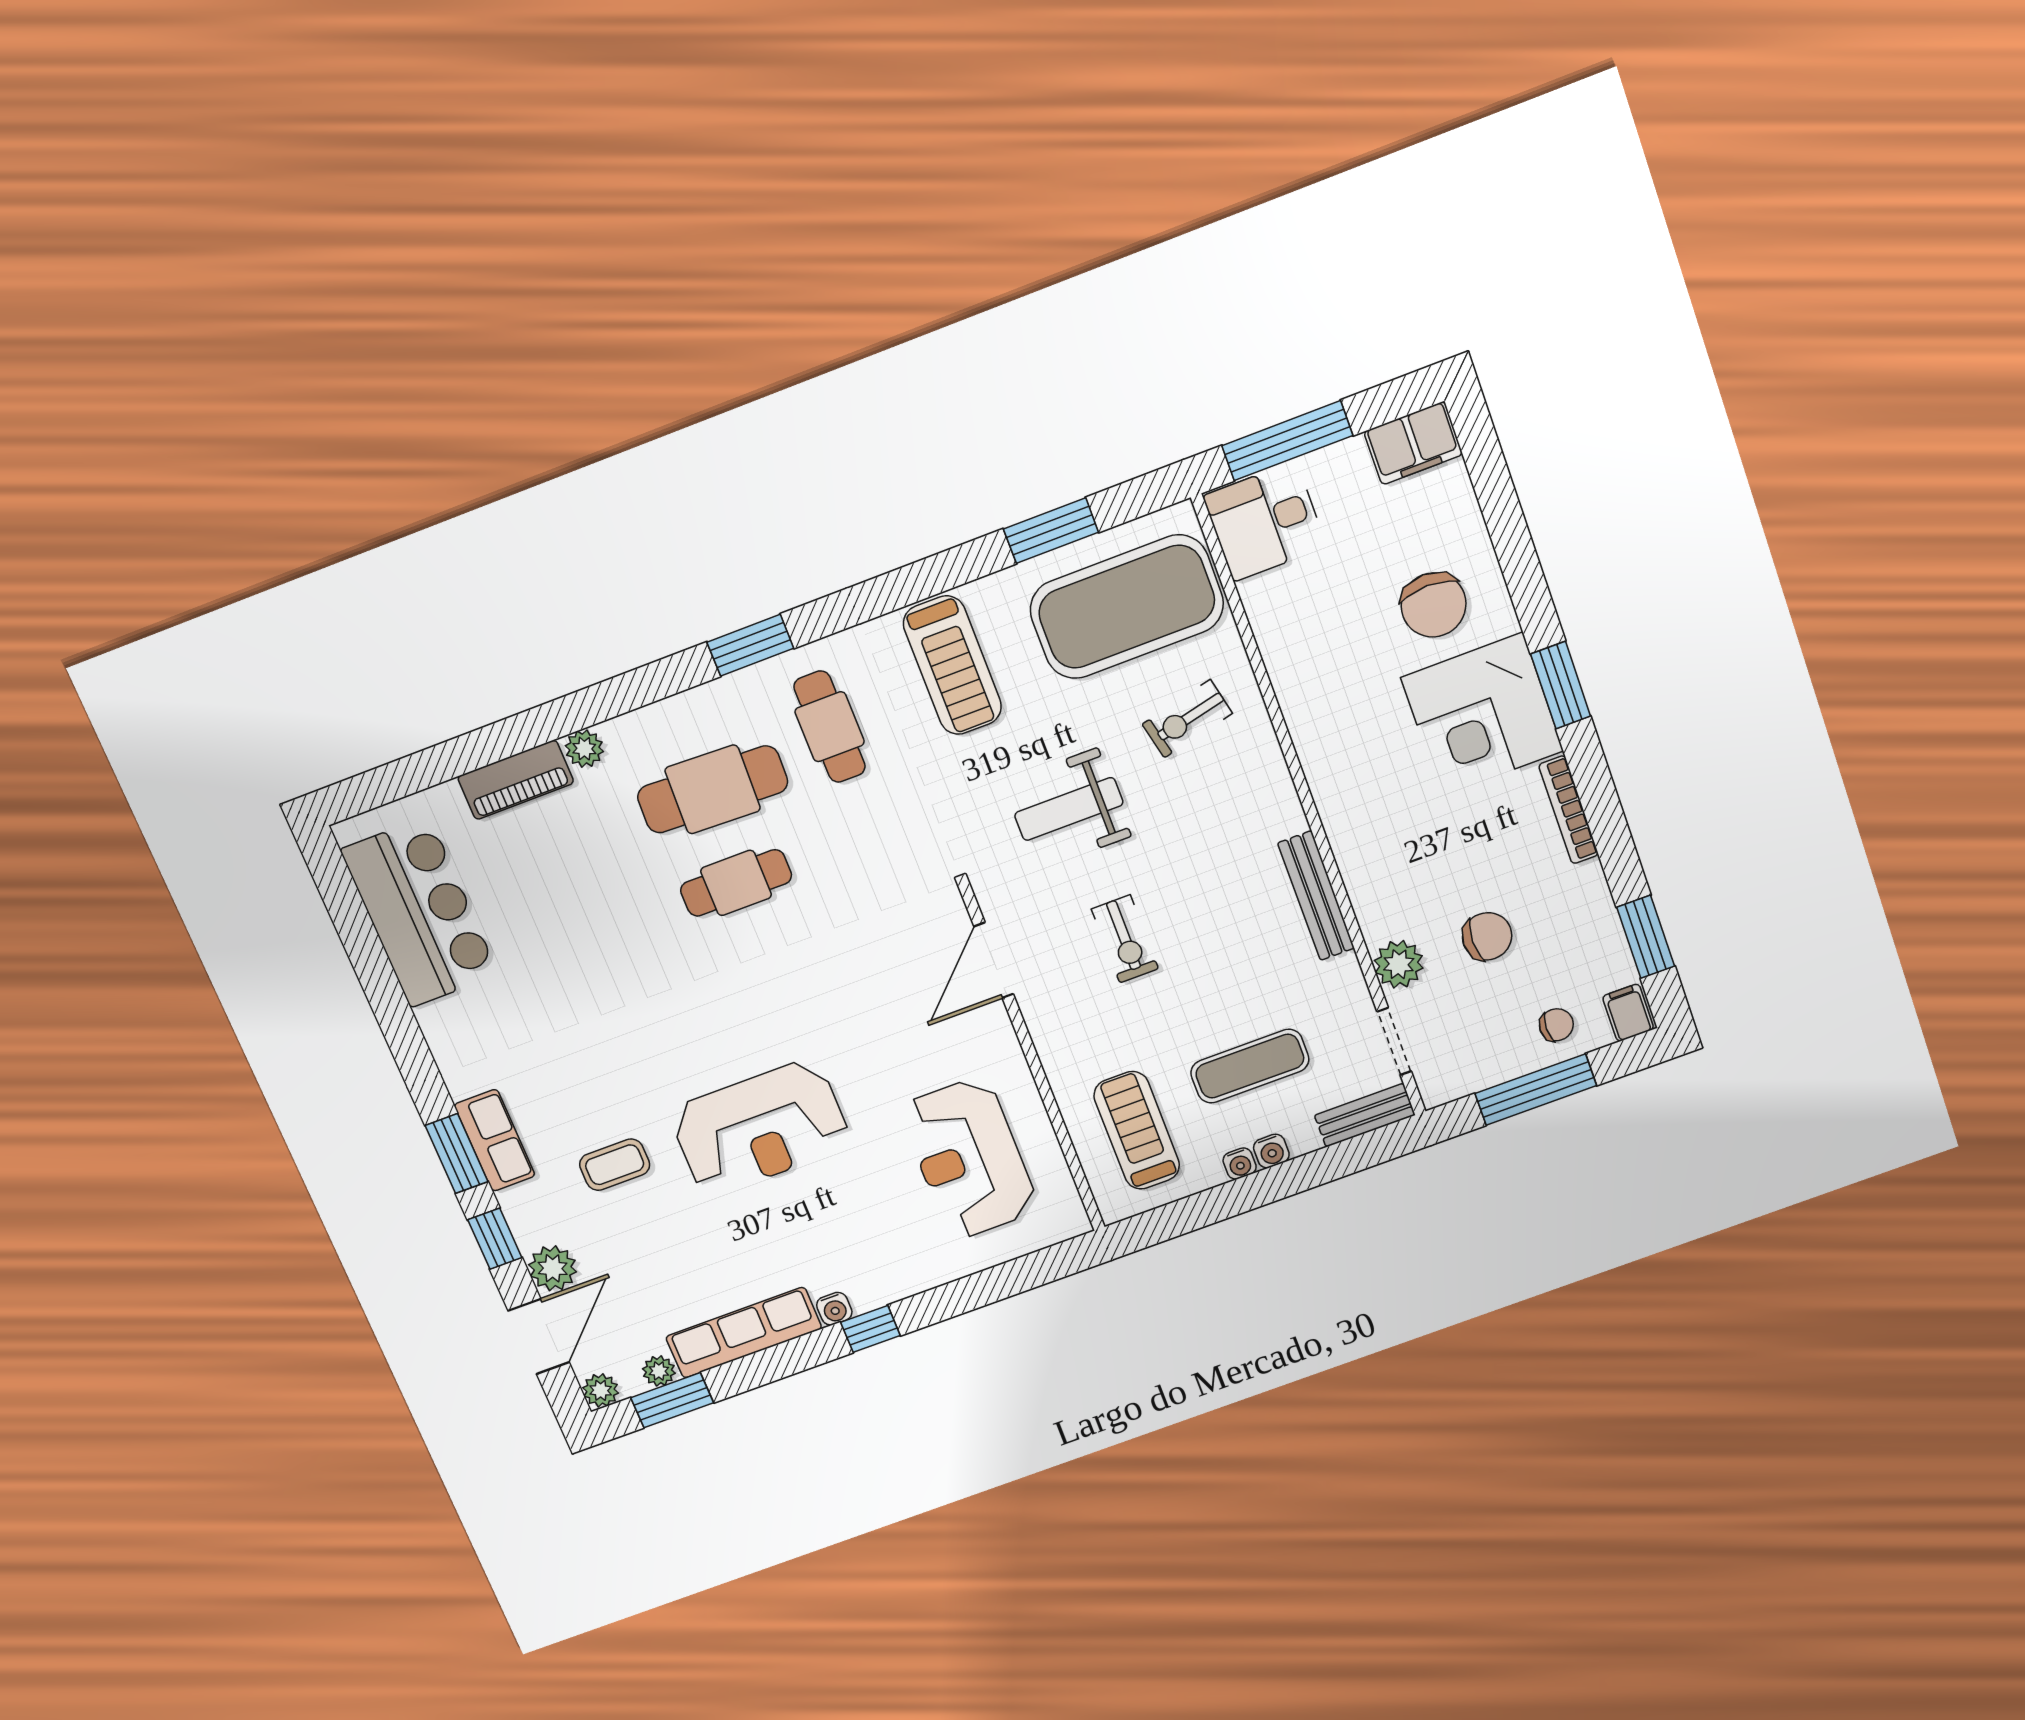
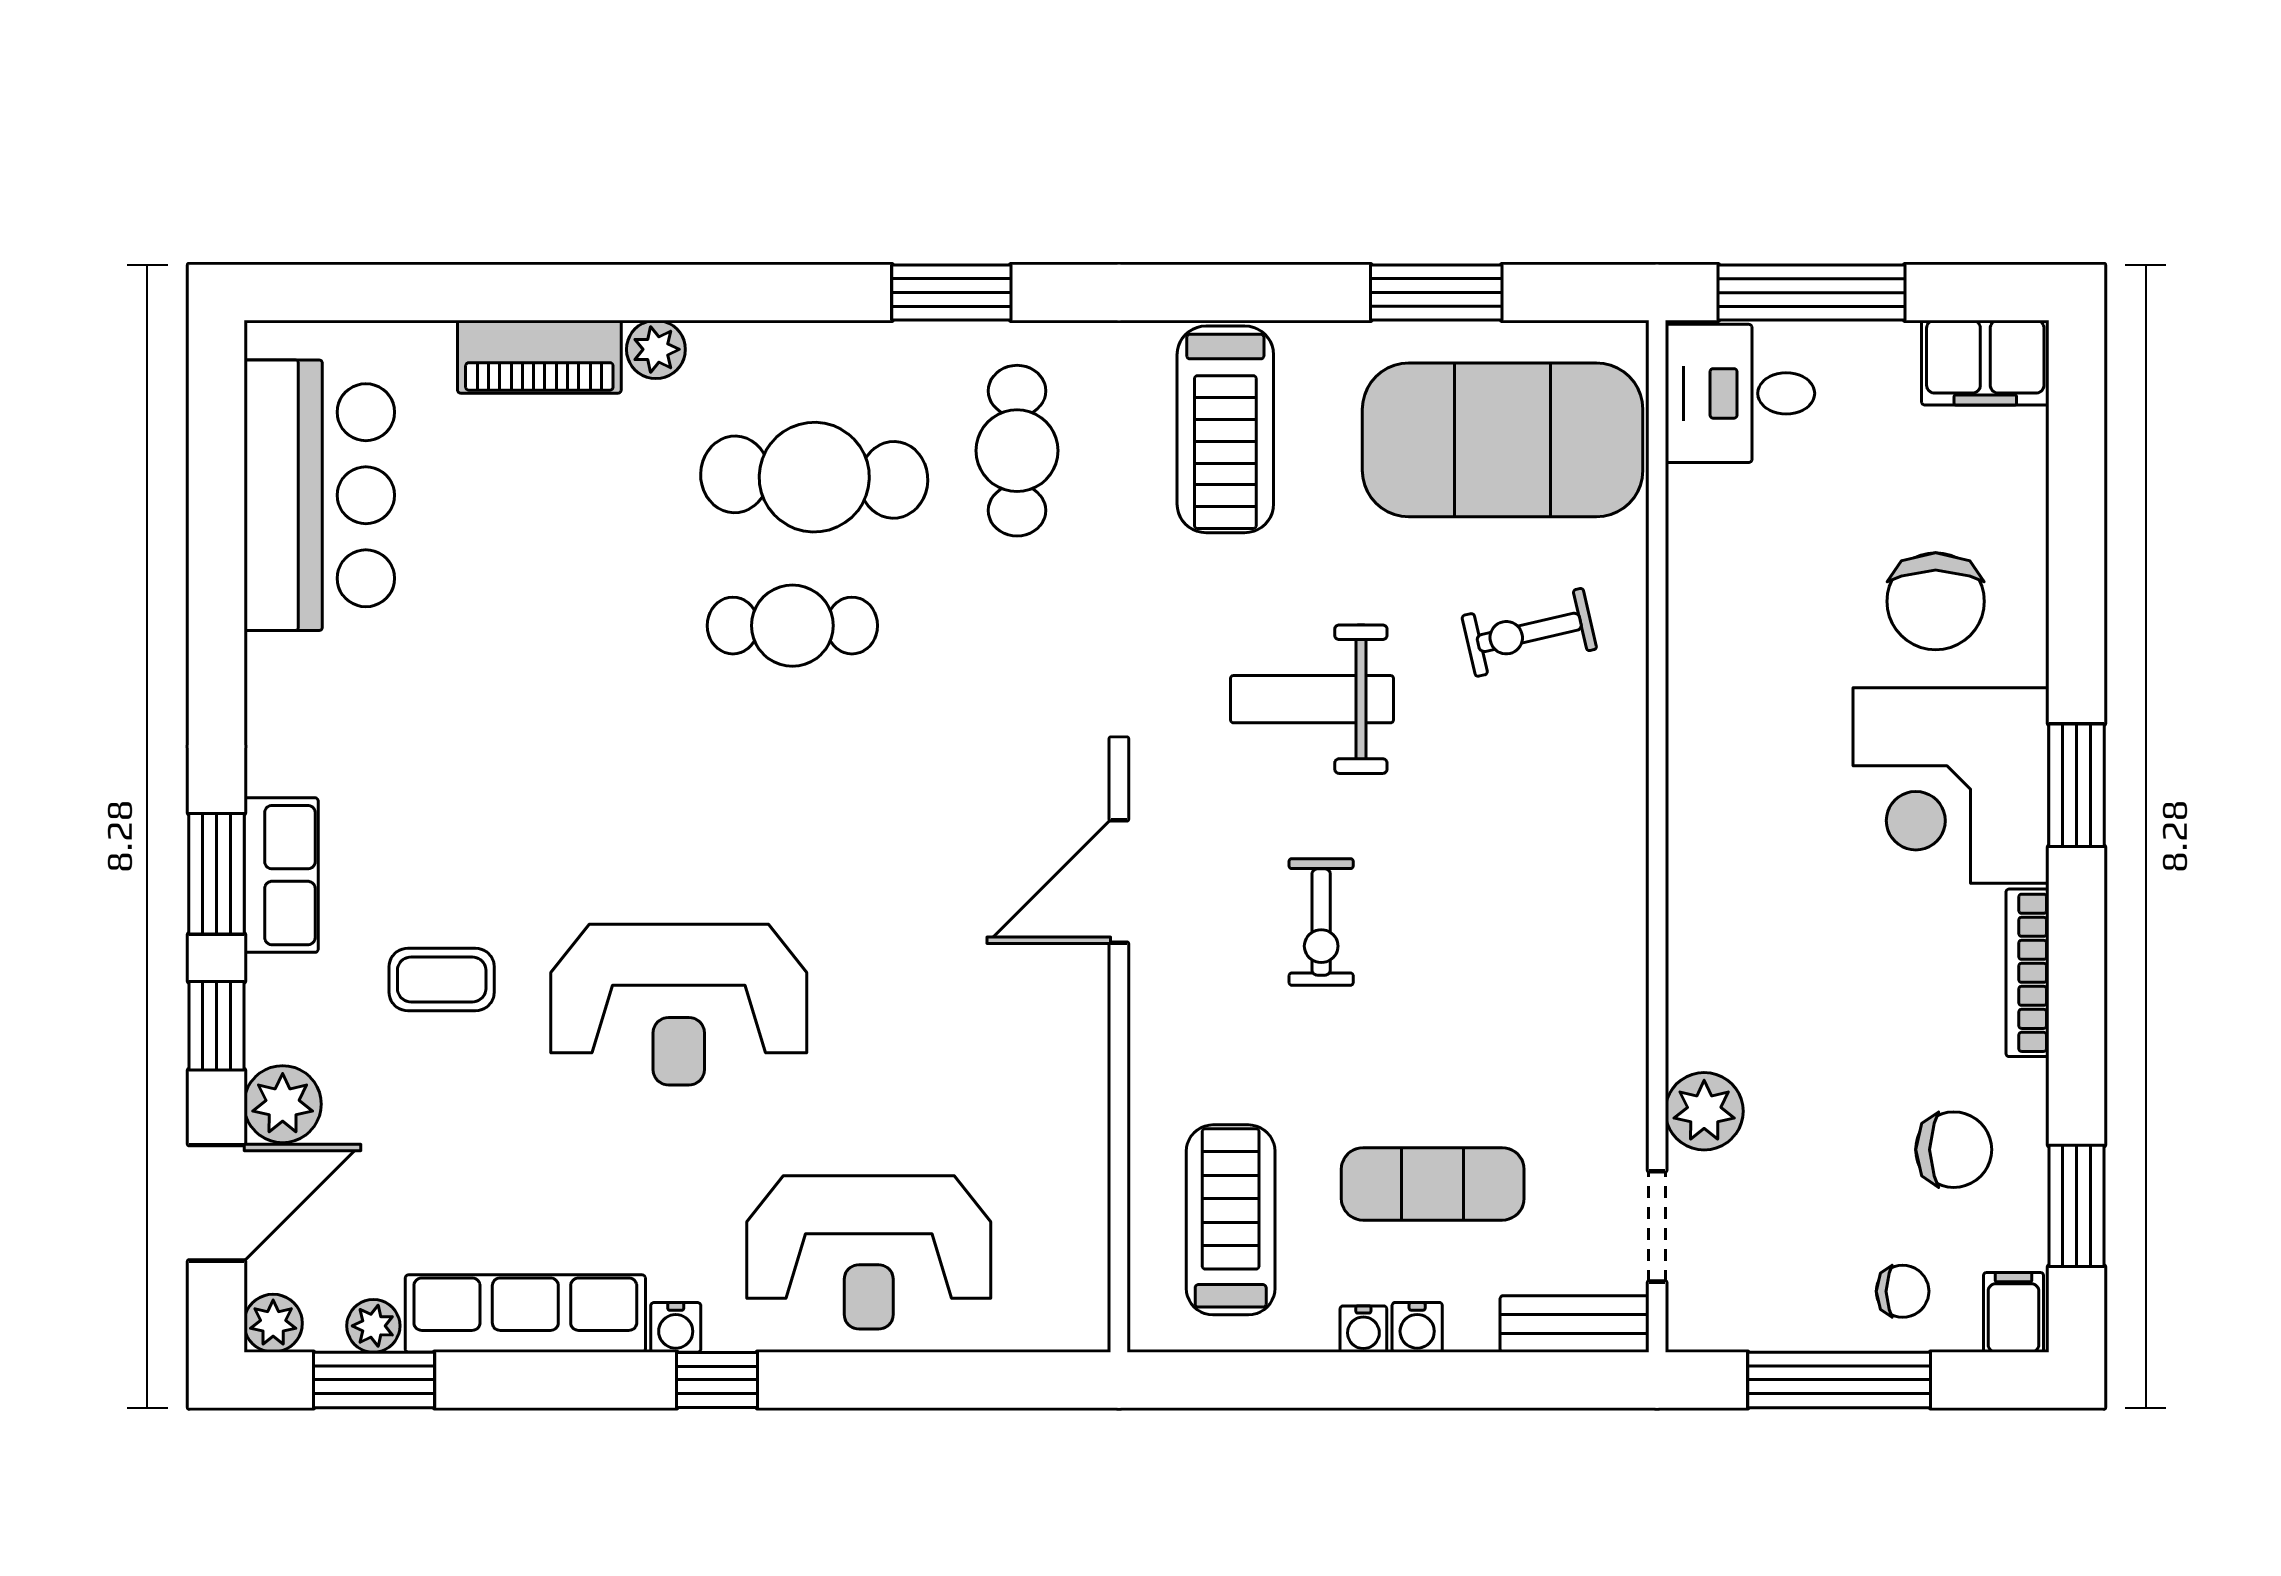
bench: (1316, 896) -> (1621, 963), removed
chair: (1487, 936) -> (1954, 1150), moved
reception desk: (969, 1158) -> (869, 1252), moved, turned -90

